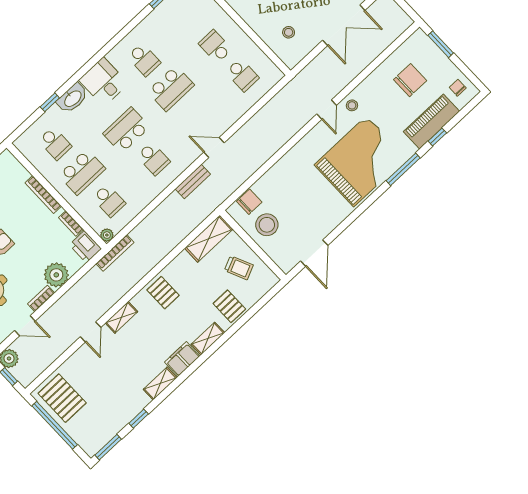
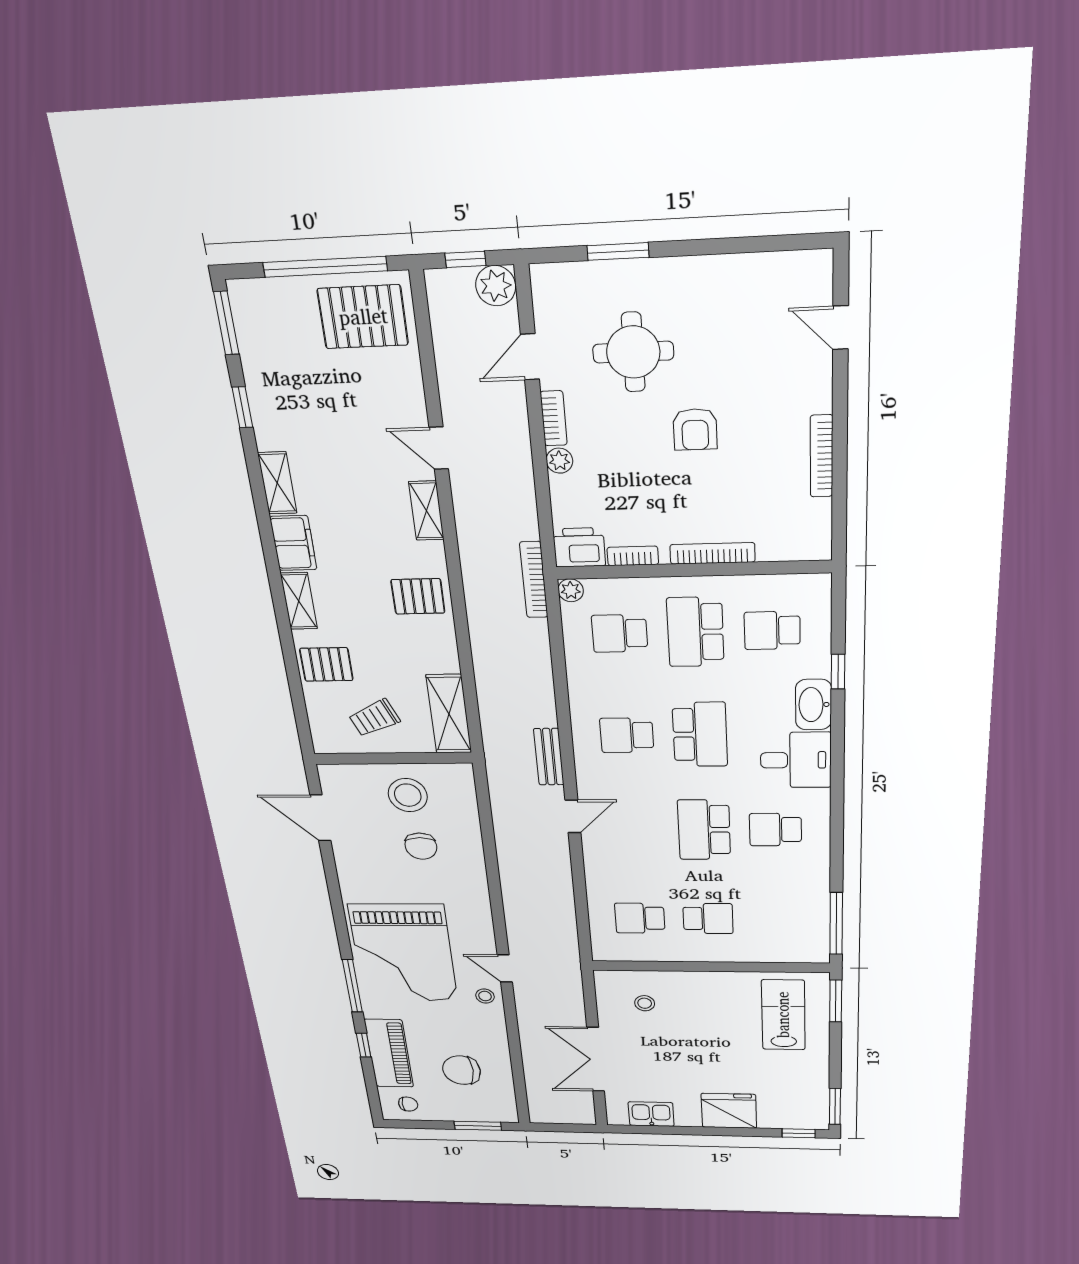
chair: (410, 80) -> (462, 1070), turned 90
chair: (249, 202) -> (421, 846), moved
plant: (56, 275) -> (559, 461), width x0.53, depth x0.53

